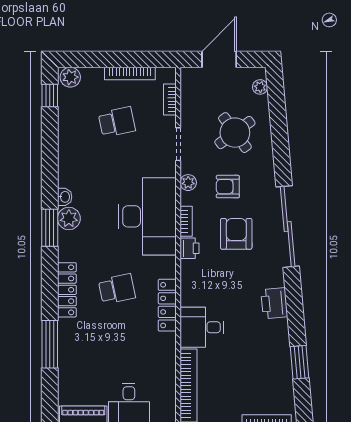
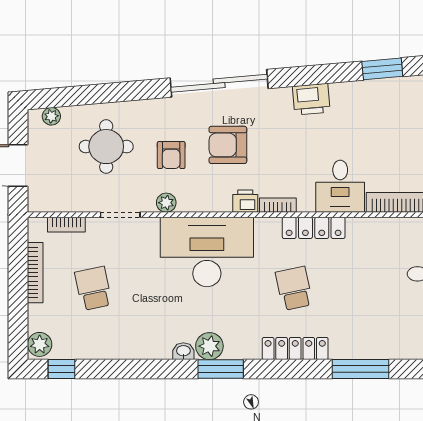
round table: (235, 133) -> (106, 147), turned 36
bookcase: (186, 221) -> (278, 205), moved

